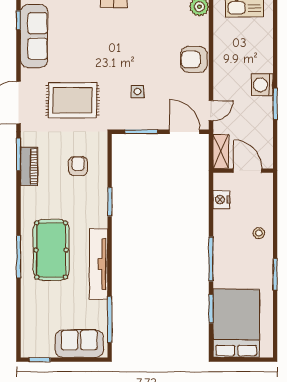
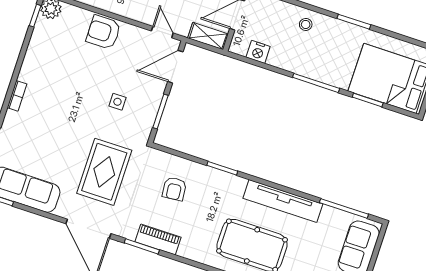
armchair: (194, 59) -> (103, 32), turned 90
armchair: (78, 166) -> (174, 189), turned -95

